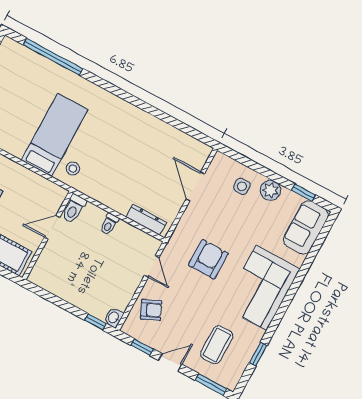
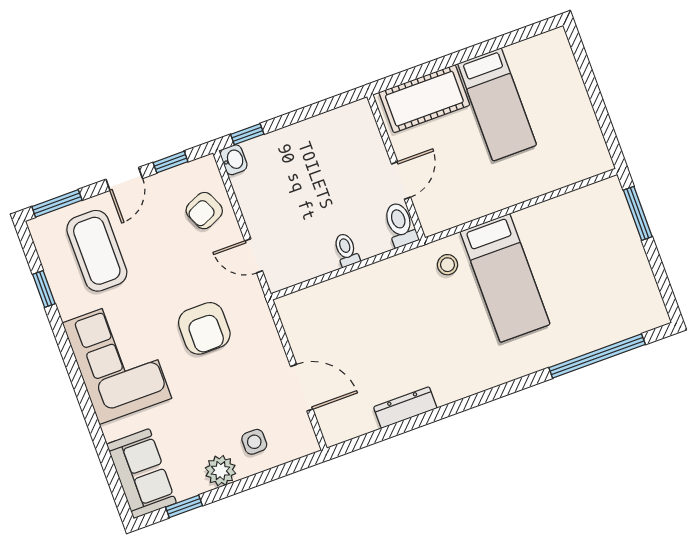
dresser: (146, 220) -> (405, 408), moved, turned 180
coffee table: (217, 345) -> (97, 251), width x1.36, depth x1.32

